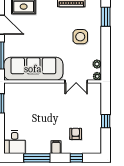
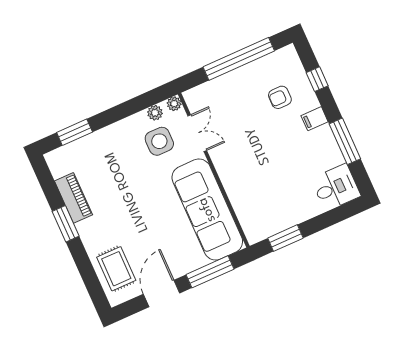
side table: (80, 37) -> (159, 141), moved
window: (106, 121) -> (239, 59), width x3.17

